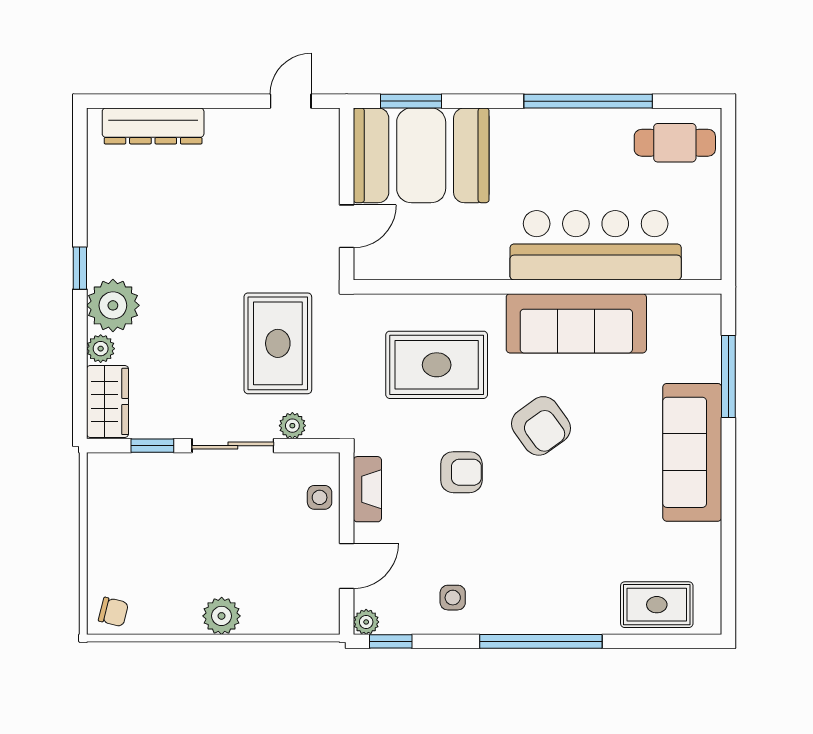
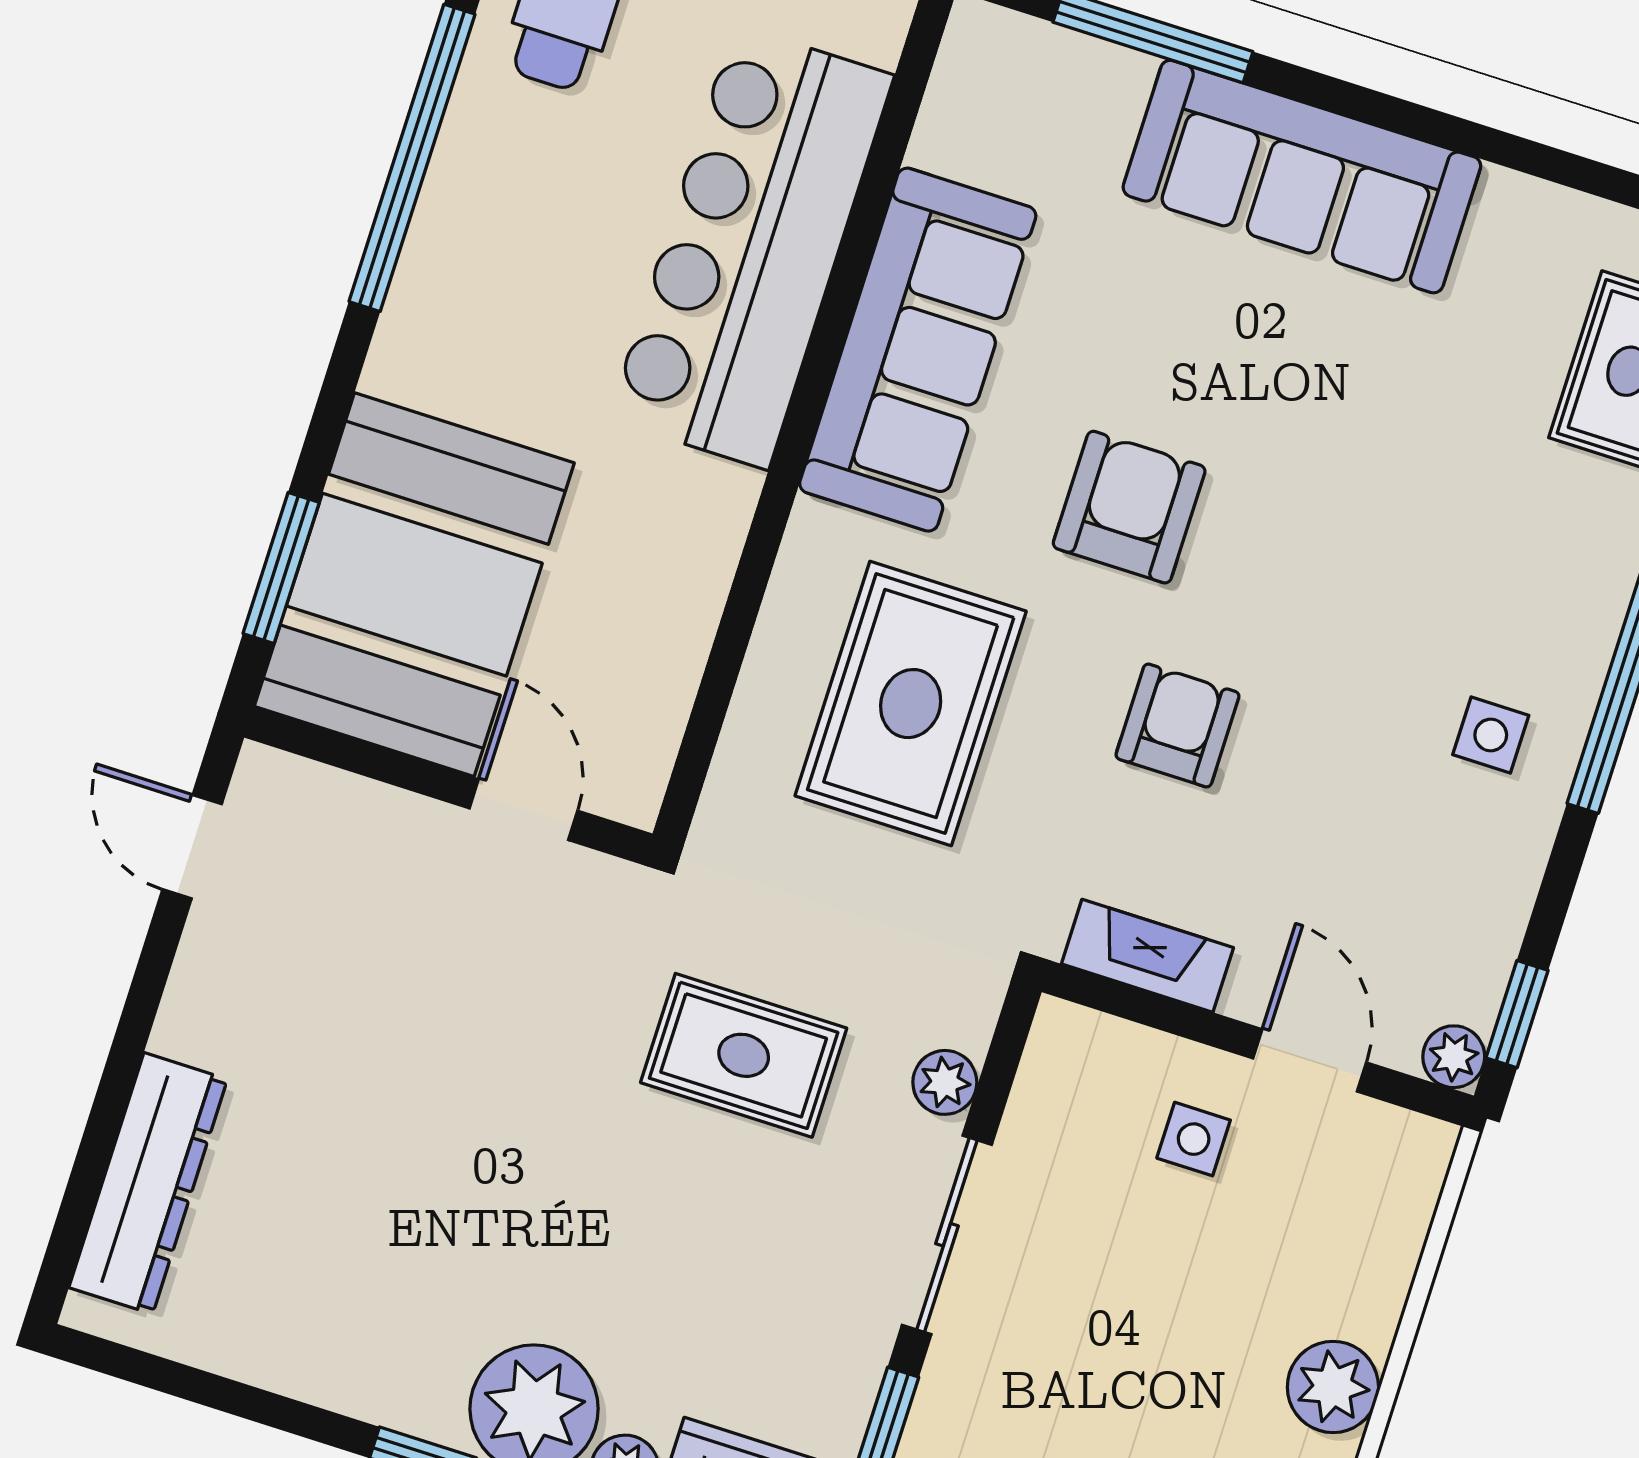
rug: (278, 343) -> (744, 1055), width x0.73, depth x0.70
armchair: (541, 426) -> (1129, 507), turned -54
side table: (320, 497) -> (1194, 1139), moved
side table: (453, 598) -> (1491, 735), moved

